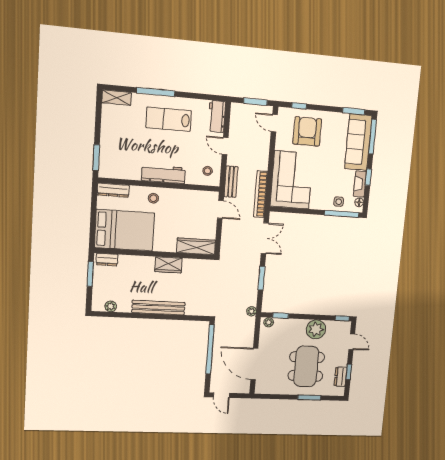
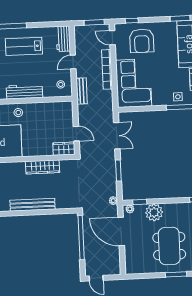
armchair: (307, 131) -> (142, 41), turned 180
door: (225, 146) -> (73, 62), hinge flipped
bookcase: (261, 194) -> (107, 69), moved
door: (220, 209) -> (76, 134), moved
wardrobe: (196, 246) -> (64, 149), width x0.67
wardrobe: (168, 265) -> (42, 167), width x1.50
plant: (316, 329) -> (154, 212), moved
door: (254, 364) -> (121, 231), moved

